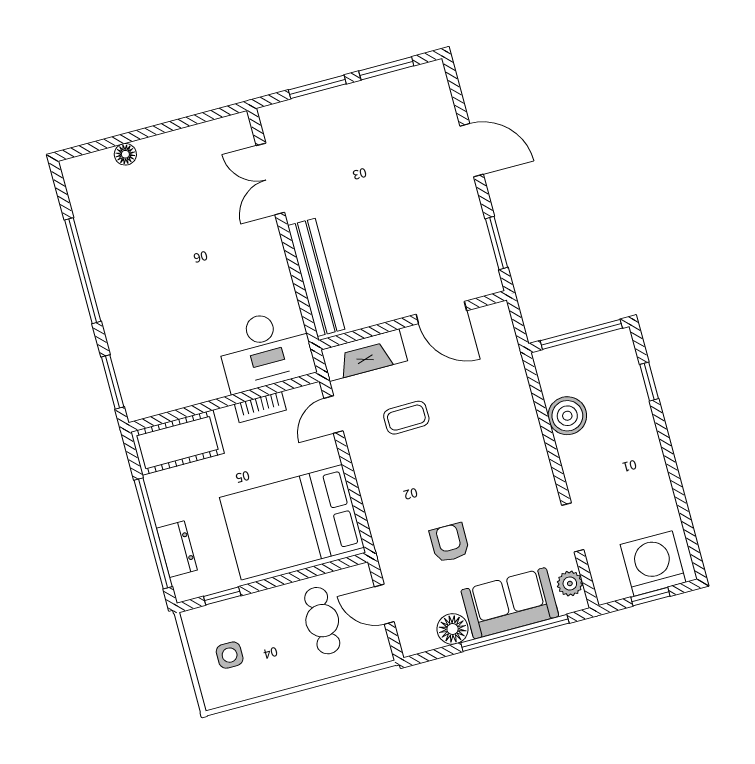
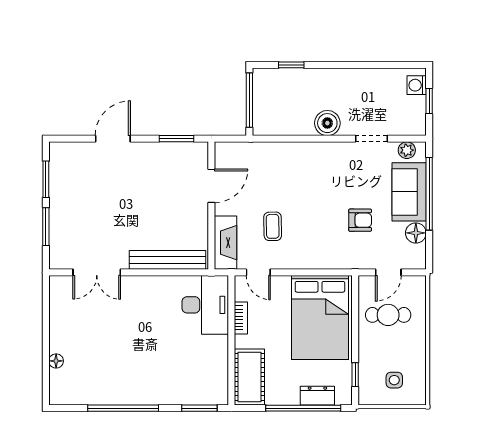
boiler: (567, 416) -> (327, 123), moved
armchair: (450, 543) -> (360, 220), turned 180
washing machine: (653, 563) -> (417, 85), width x0.53, depth x0.53

